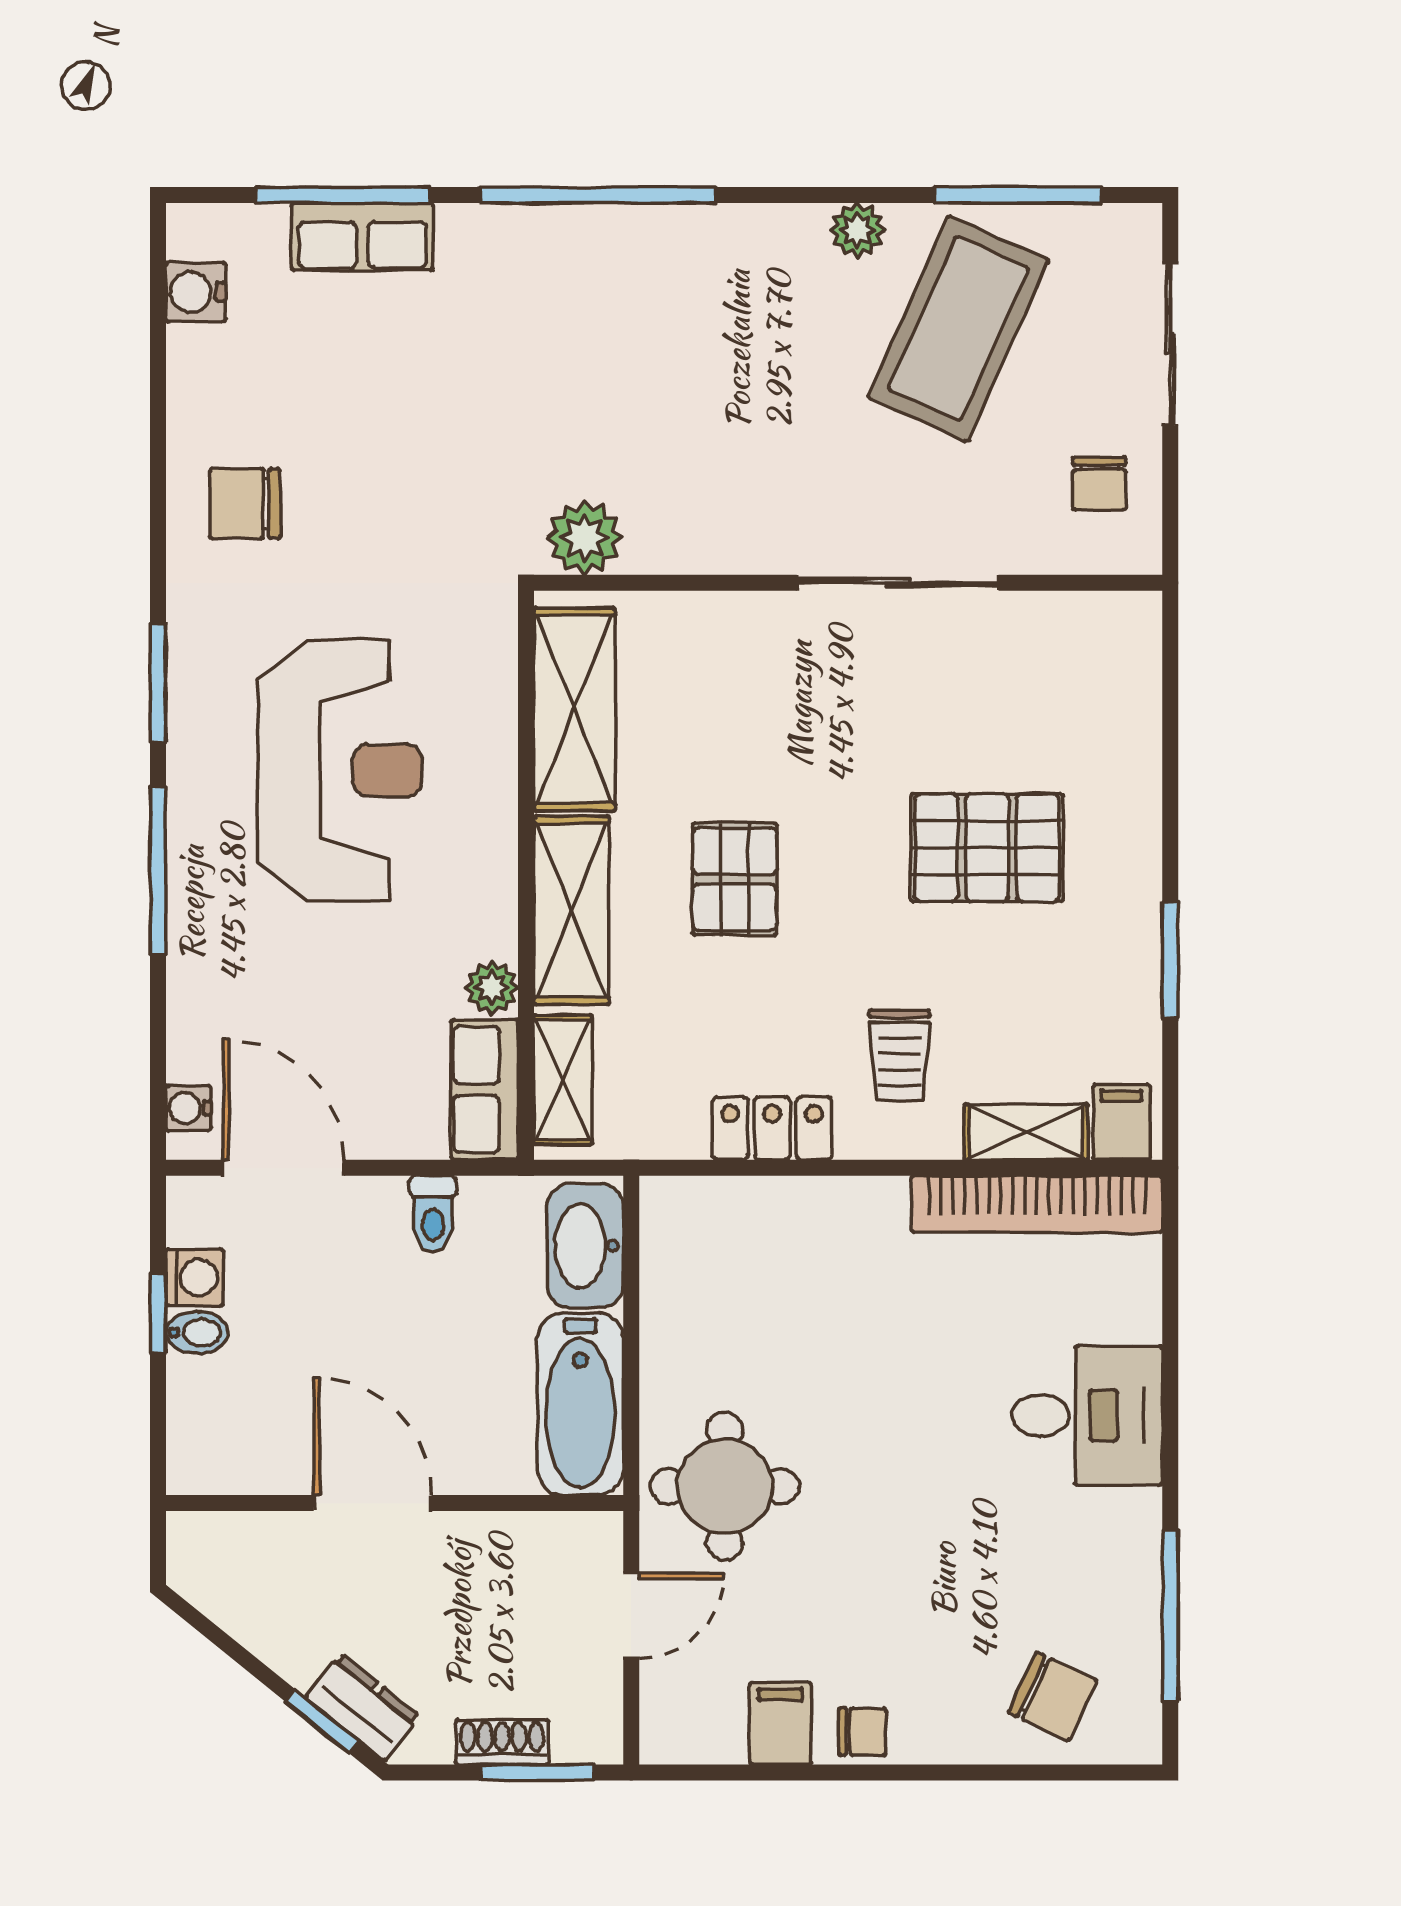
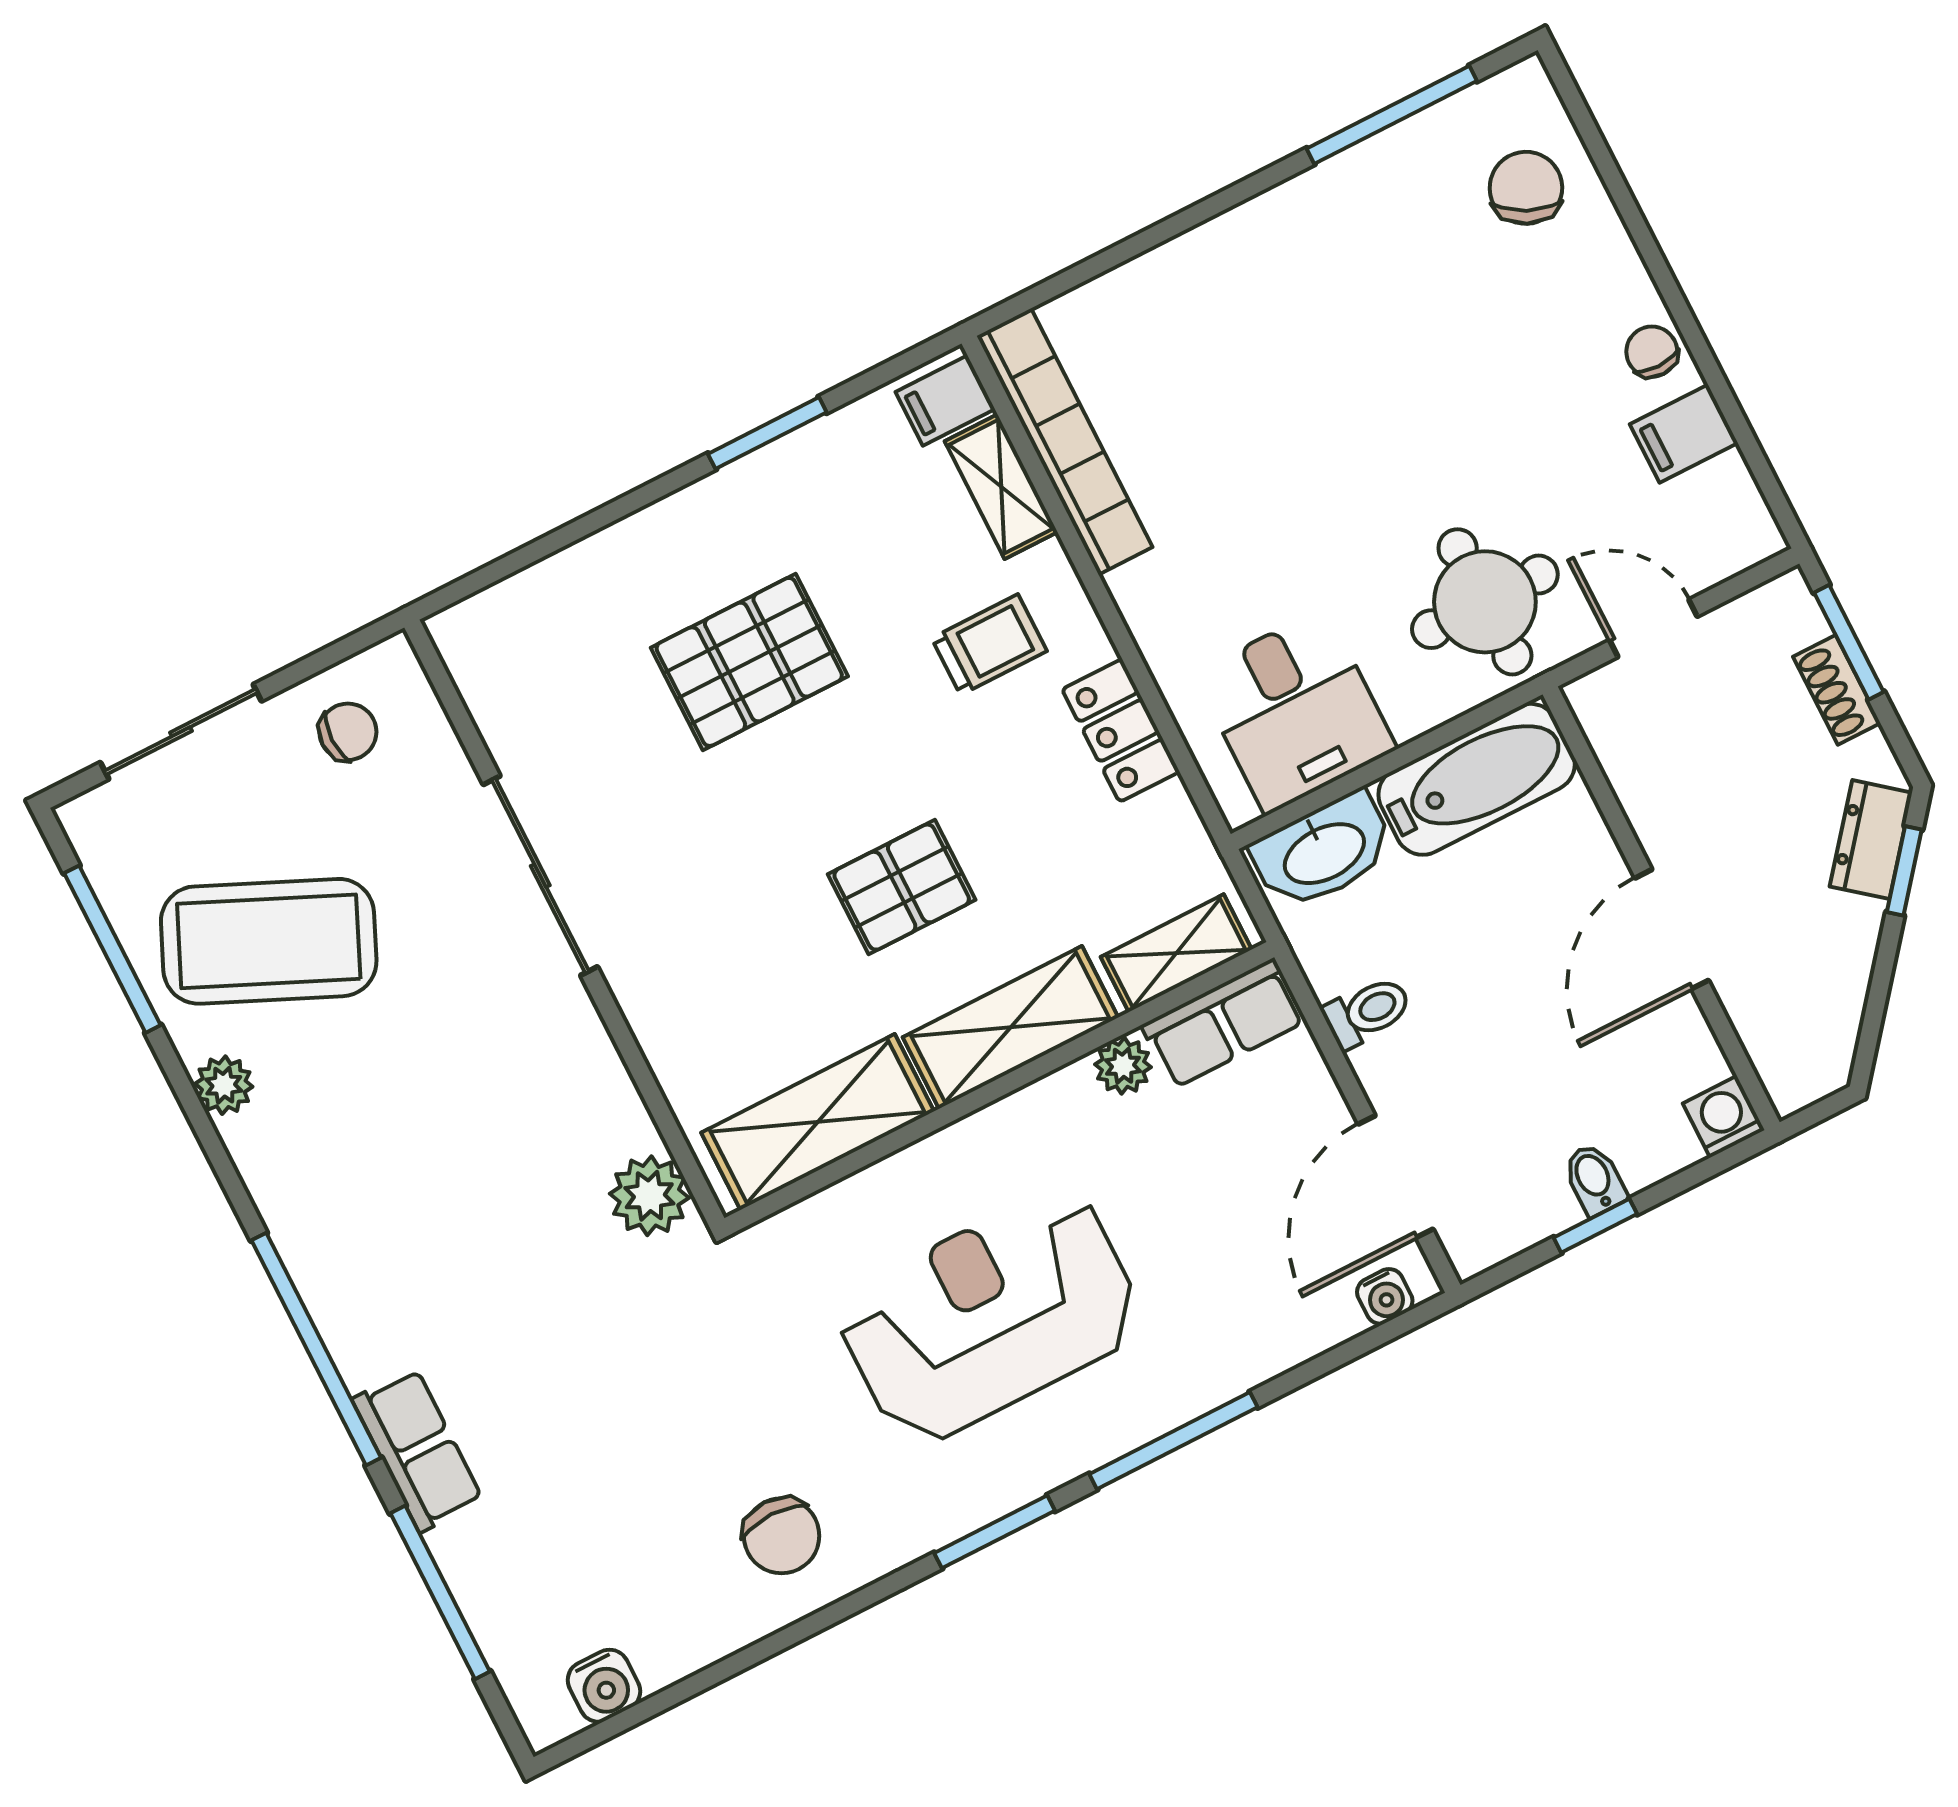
row of seats: (362, 237) -> (418, 1450), moved
pallet: (987, 848) -> (749, 662), turned 90
washing machine: (194, 1278) -> (1724, 1117), moved
desk: (1087, 1415) -> (1295, 711), moved, turned 180

